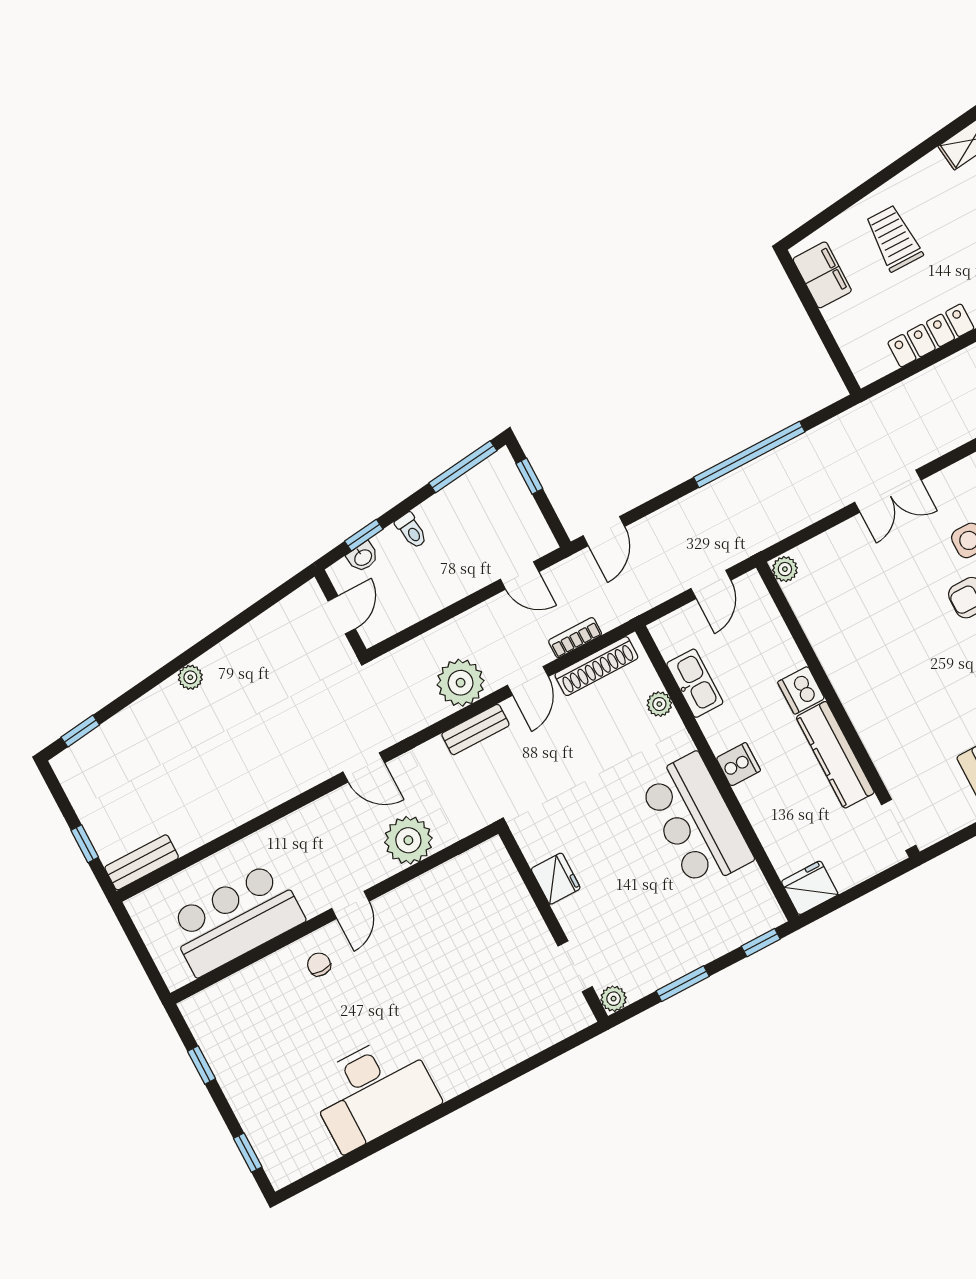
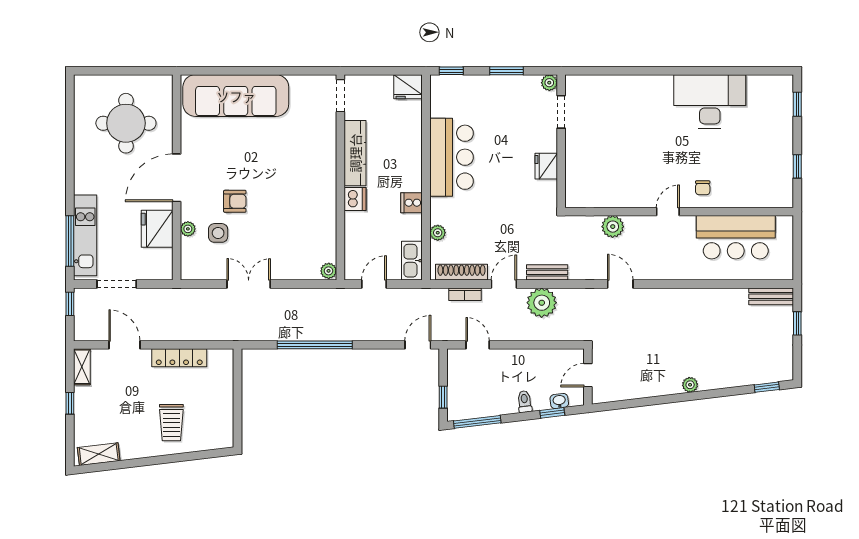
filing cabinet: (822, 275) -> (222, 423), removed
kitchen sink: (695, 683) -> (412, 261), moved
cooker: (738, 764) -> (411, 203), moved
plant: (408, 840) -> (613, 227), width x0.73, depth x0.73

